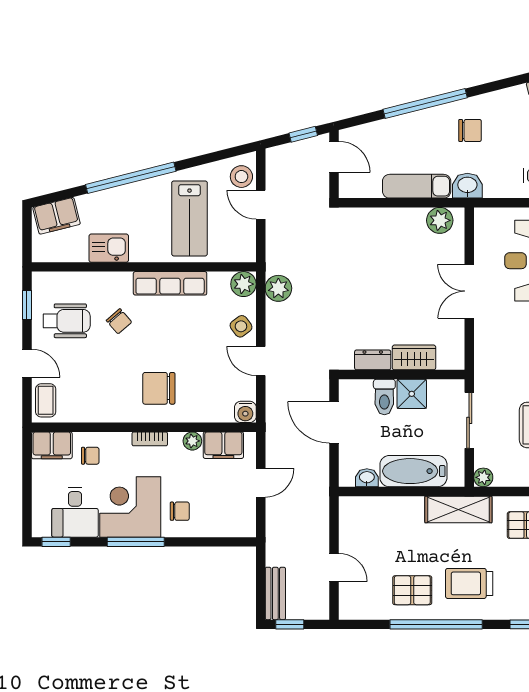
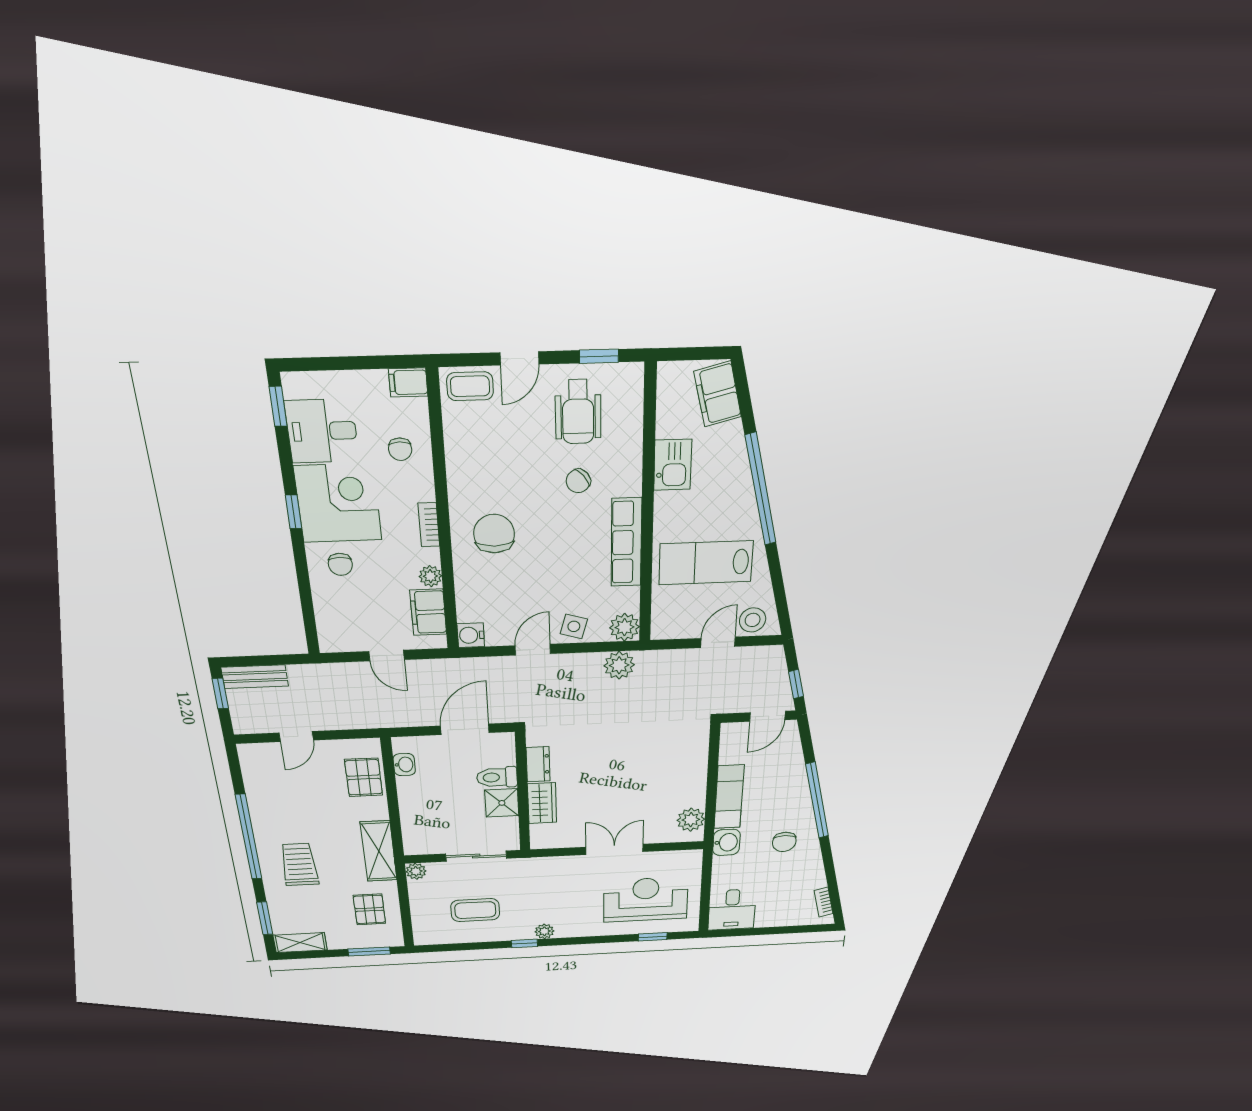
side table: (241, 326) -> (574, 626), turned -37
filing cabinet: (52, 445) -> (408, 382), width x0.50
bathtub: (413, 471) -> (416, 808), removed
window: (136, 542) -> (294, 512), width x0.46
pallet: (412, 590) -> (364, 777), moved

